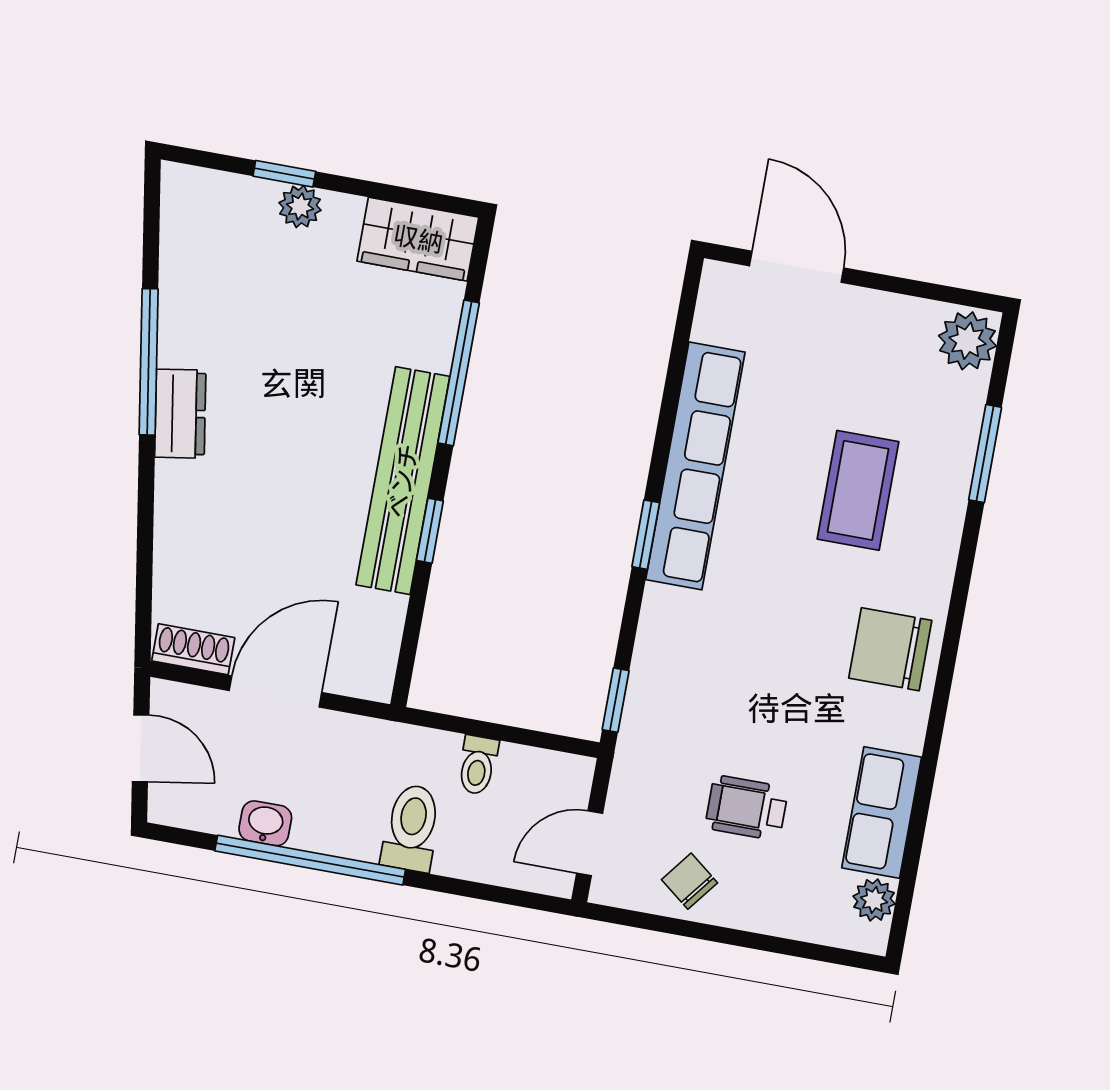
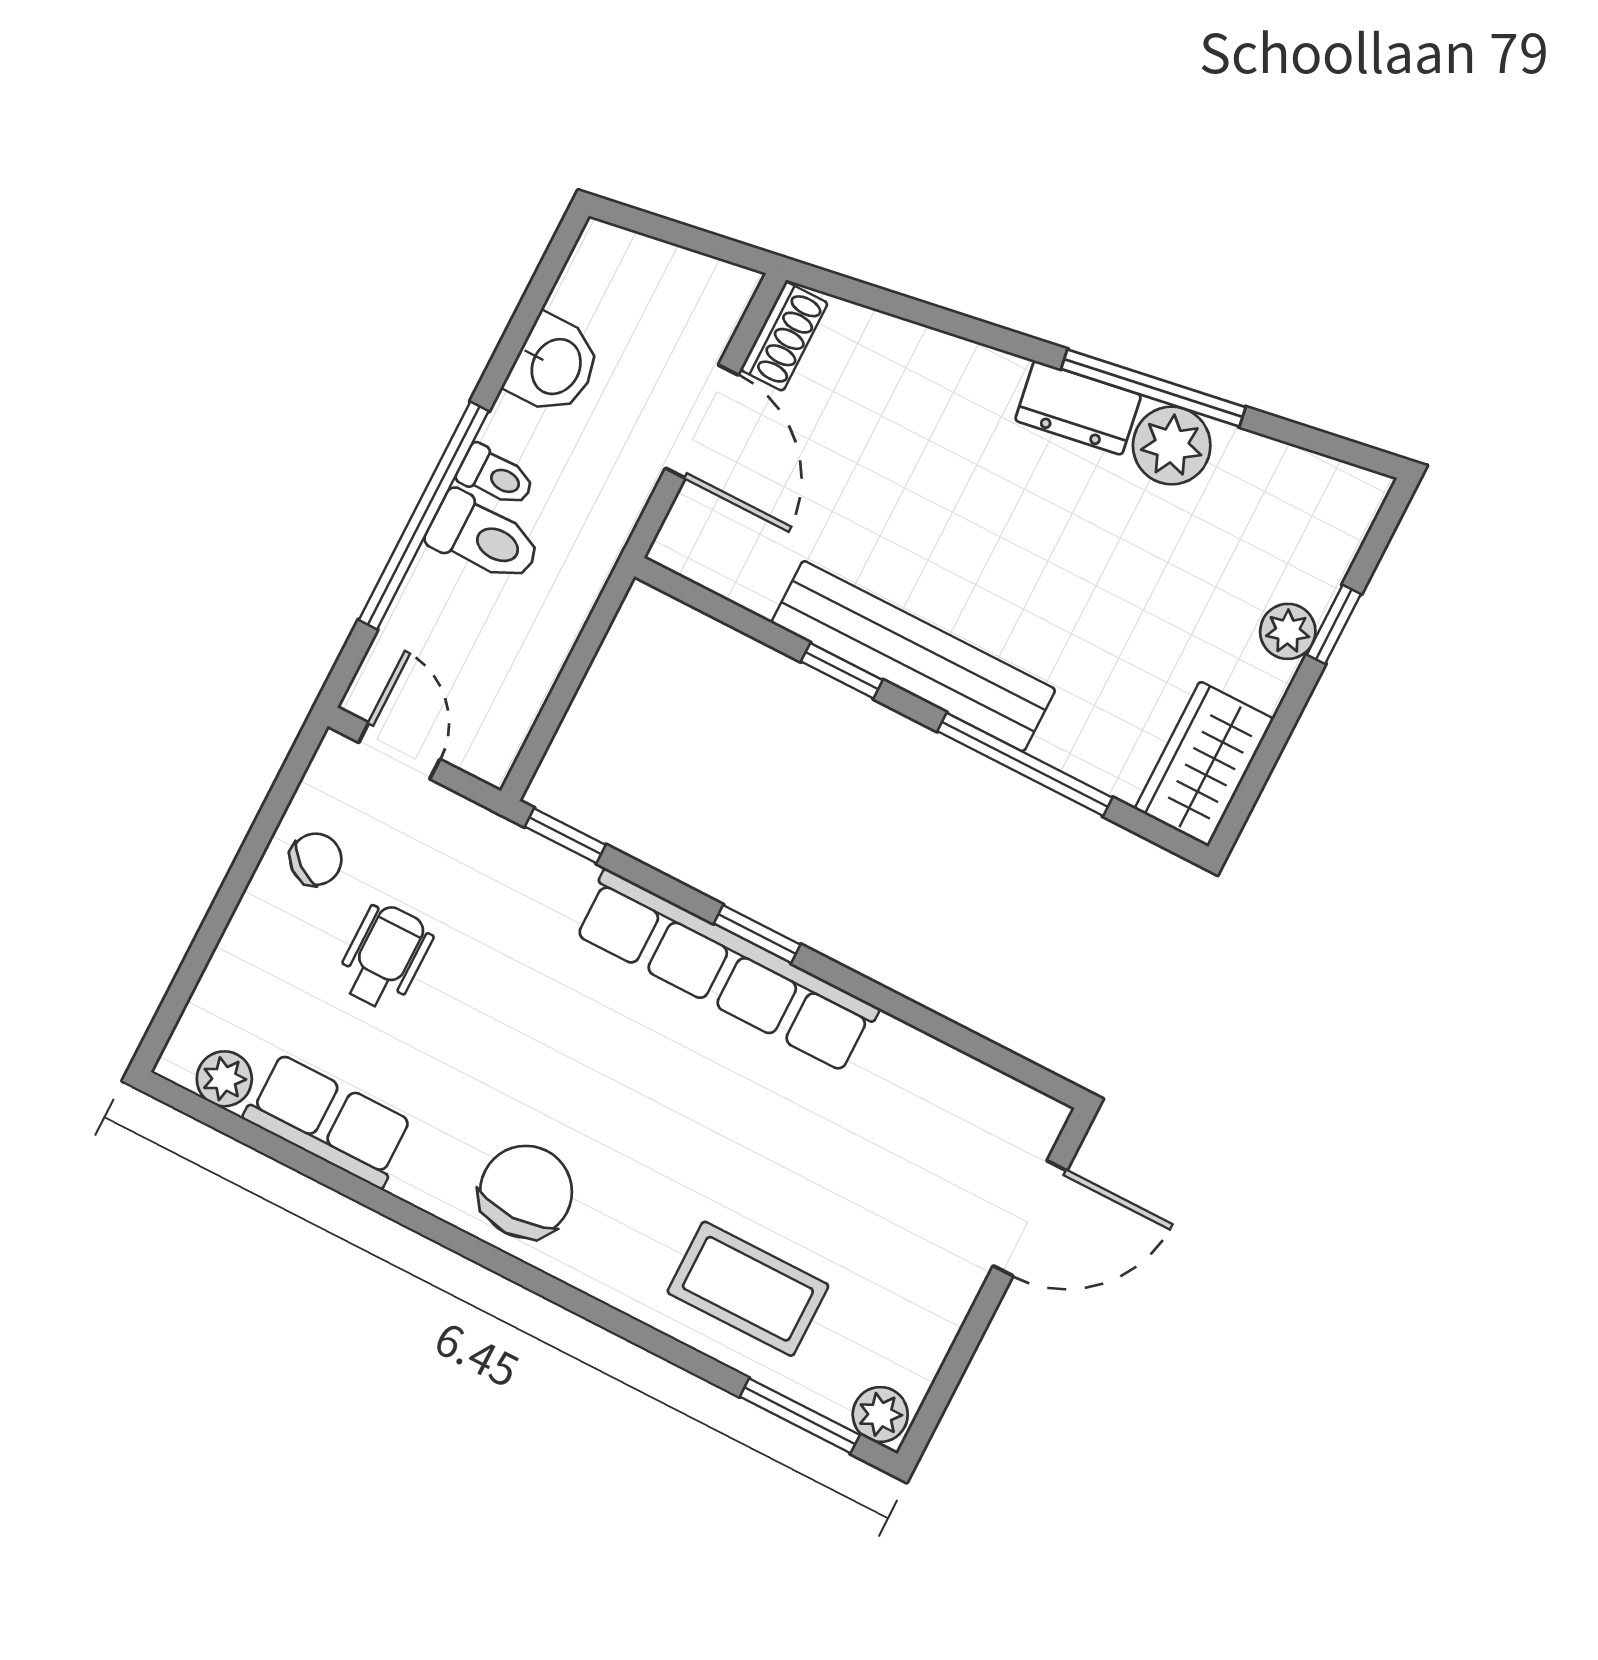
plant: (187, 335) -> (1172, 445), added
plant: (967, 341) -> (880, 1414), width x0.73, depth x0.73
window: (985, 454) -> (800, 1416), moved
row of seats: (695, 466) -> (726, 971), moved
coffee table: (858, 490) -> (748, 1289), moved
door: (141, 748) -> (682, 235), removed
toilet: (478, 765) -> (496, 476), moved, turned 180
washbasin: (265, 823) -> (554, 366), width x1.38, depth x1.45
window: (310, 860) -> (424, 516), moved

